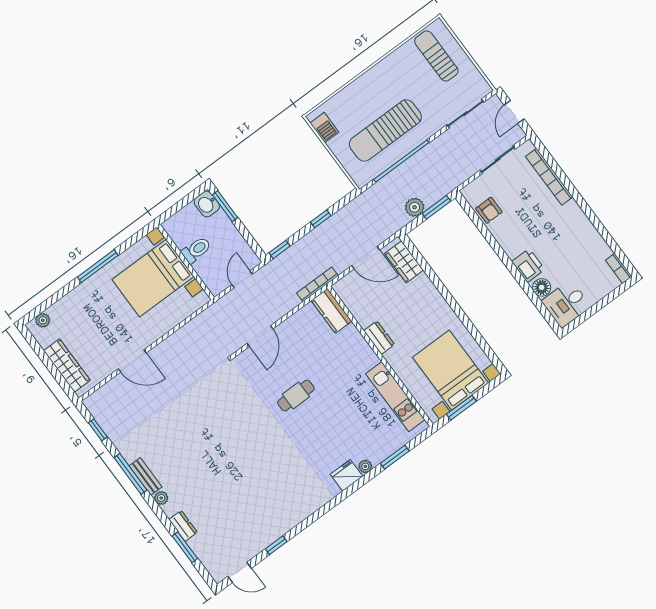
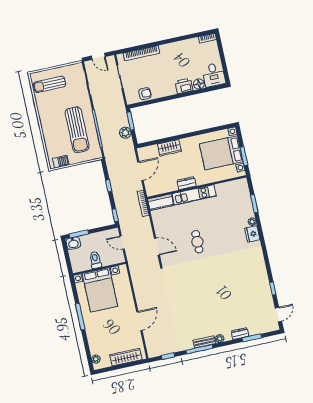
wardrobe: (404, 262) -> (169, 148), moved
kitchen unit: (395, 397) -> (194, 195), moved

